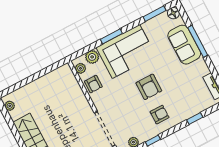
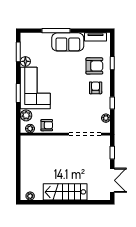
floor lamp: (173, 13) -> (25, 61), moved
sofa: (184, 45) -> (68, 42), moved
armchair: (149, 87) -> (94, 66), moved

